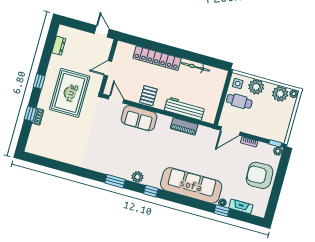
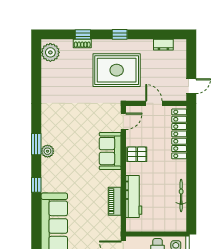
locker: (157, 58) -> (179, 134), moved
plant: (38, 147) -> (50, 52), added
plant: (137, 177) -> (47, 151), moved

